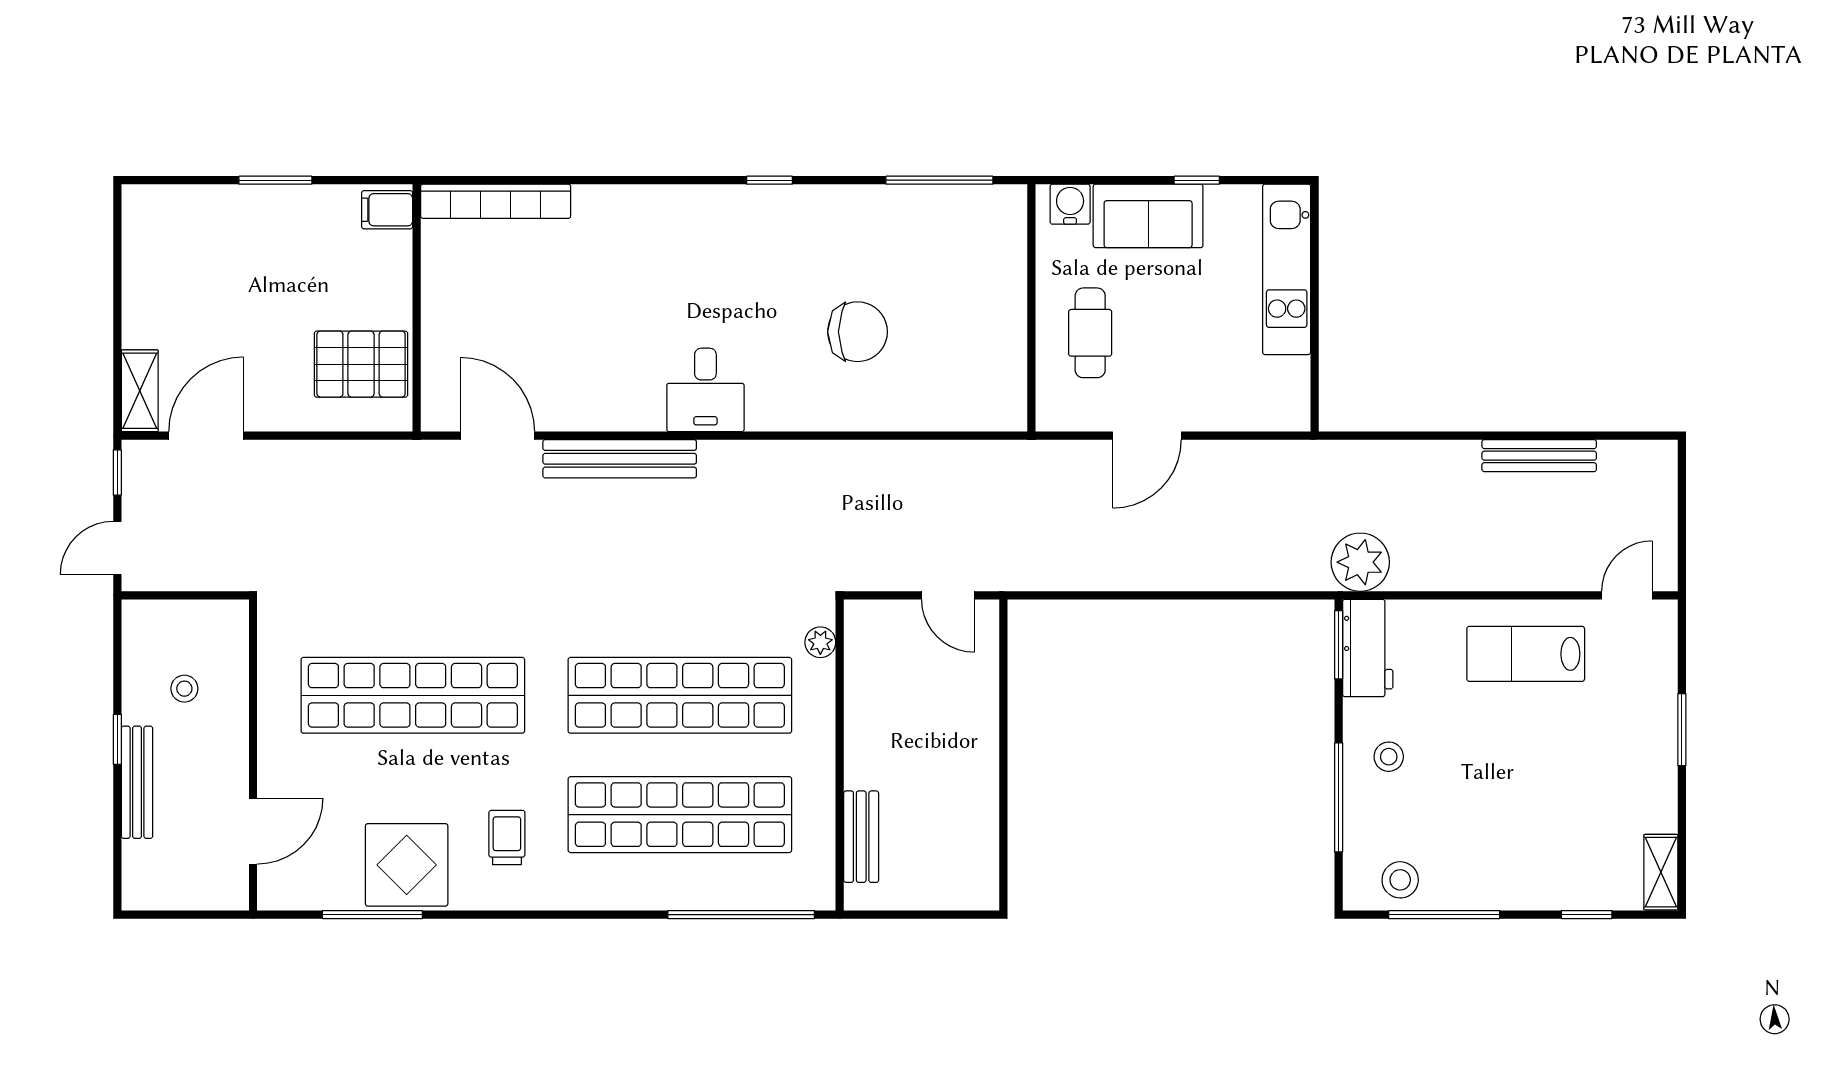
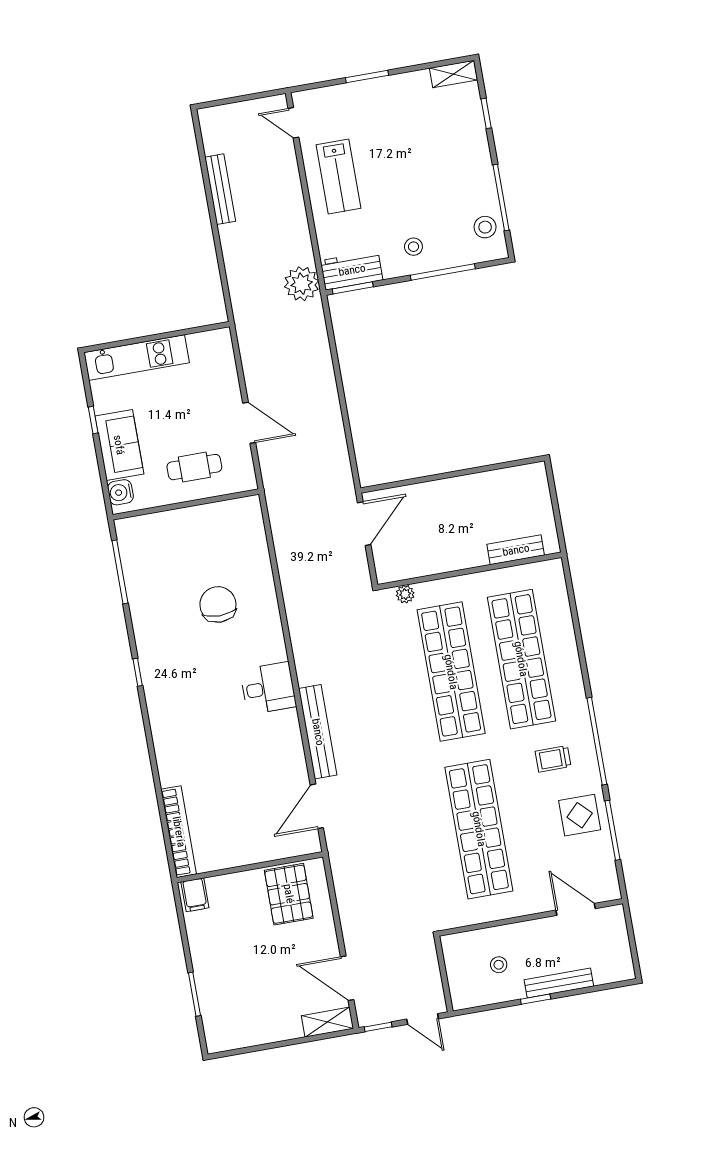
window: (275, 180) -> (194, 994), moved
door: (948, 595) -> (364, 524), width x1.38
display table: (407, 865) -> (580, 815), width x0.73, depth x0.73
window: (741, 915) -> (597, 741), moved

